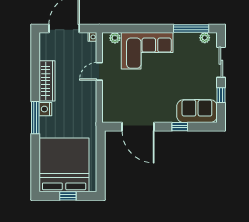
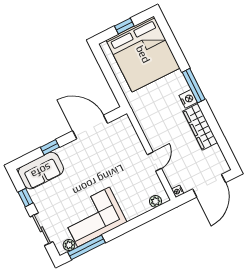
corner sofa: (147, 51) -> (94, 217), moved

